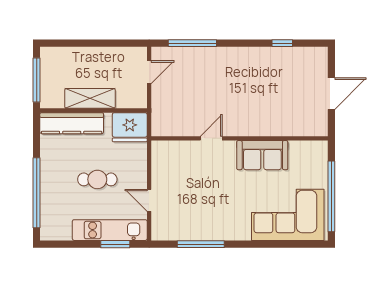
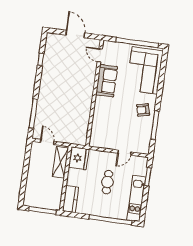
shelving: (90, 98) -> (60, 162), moved
kitchen counter: (72, 123) -> (71, 199), width x0.67
door: (211, 138) -> (100, 55), moved
armchair: (223, 221) -> (143, 110), added
kitchen unit: (110, 230) -> (136, 198), moved

